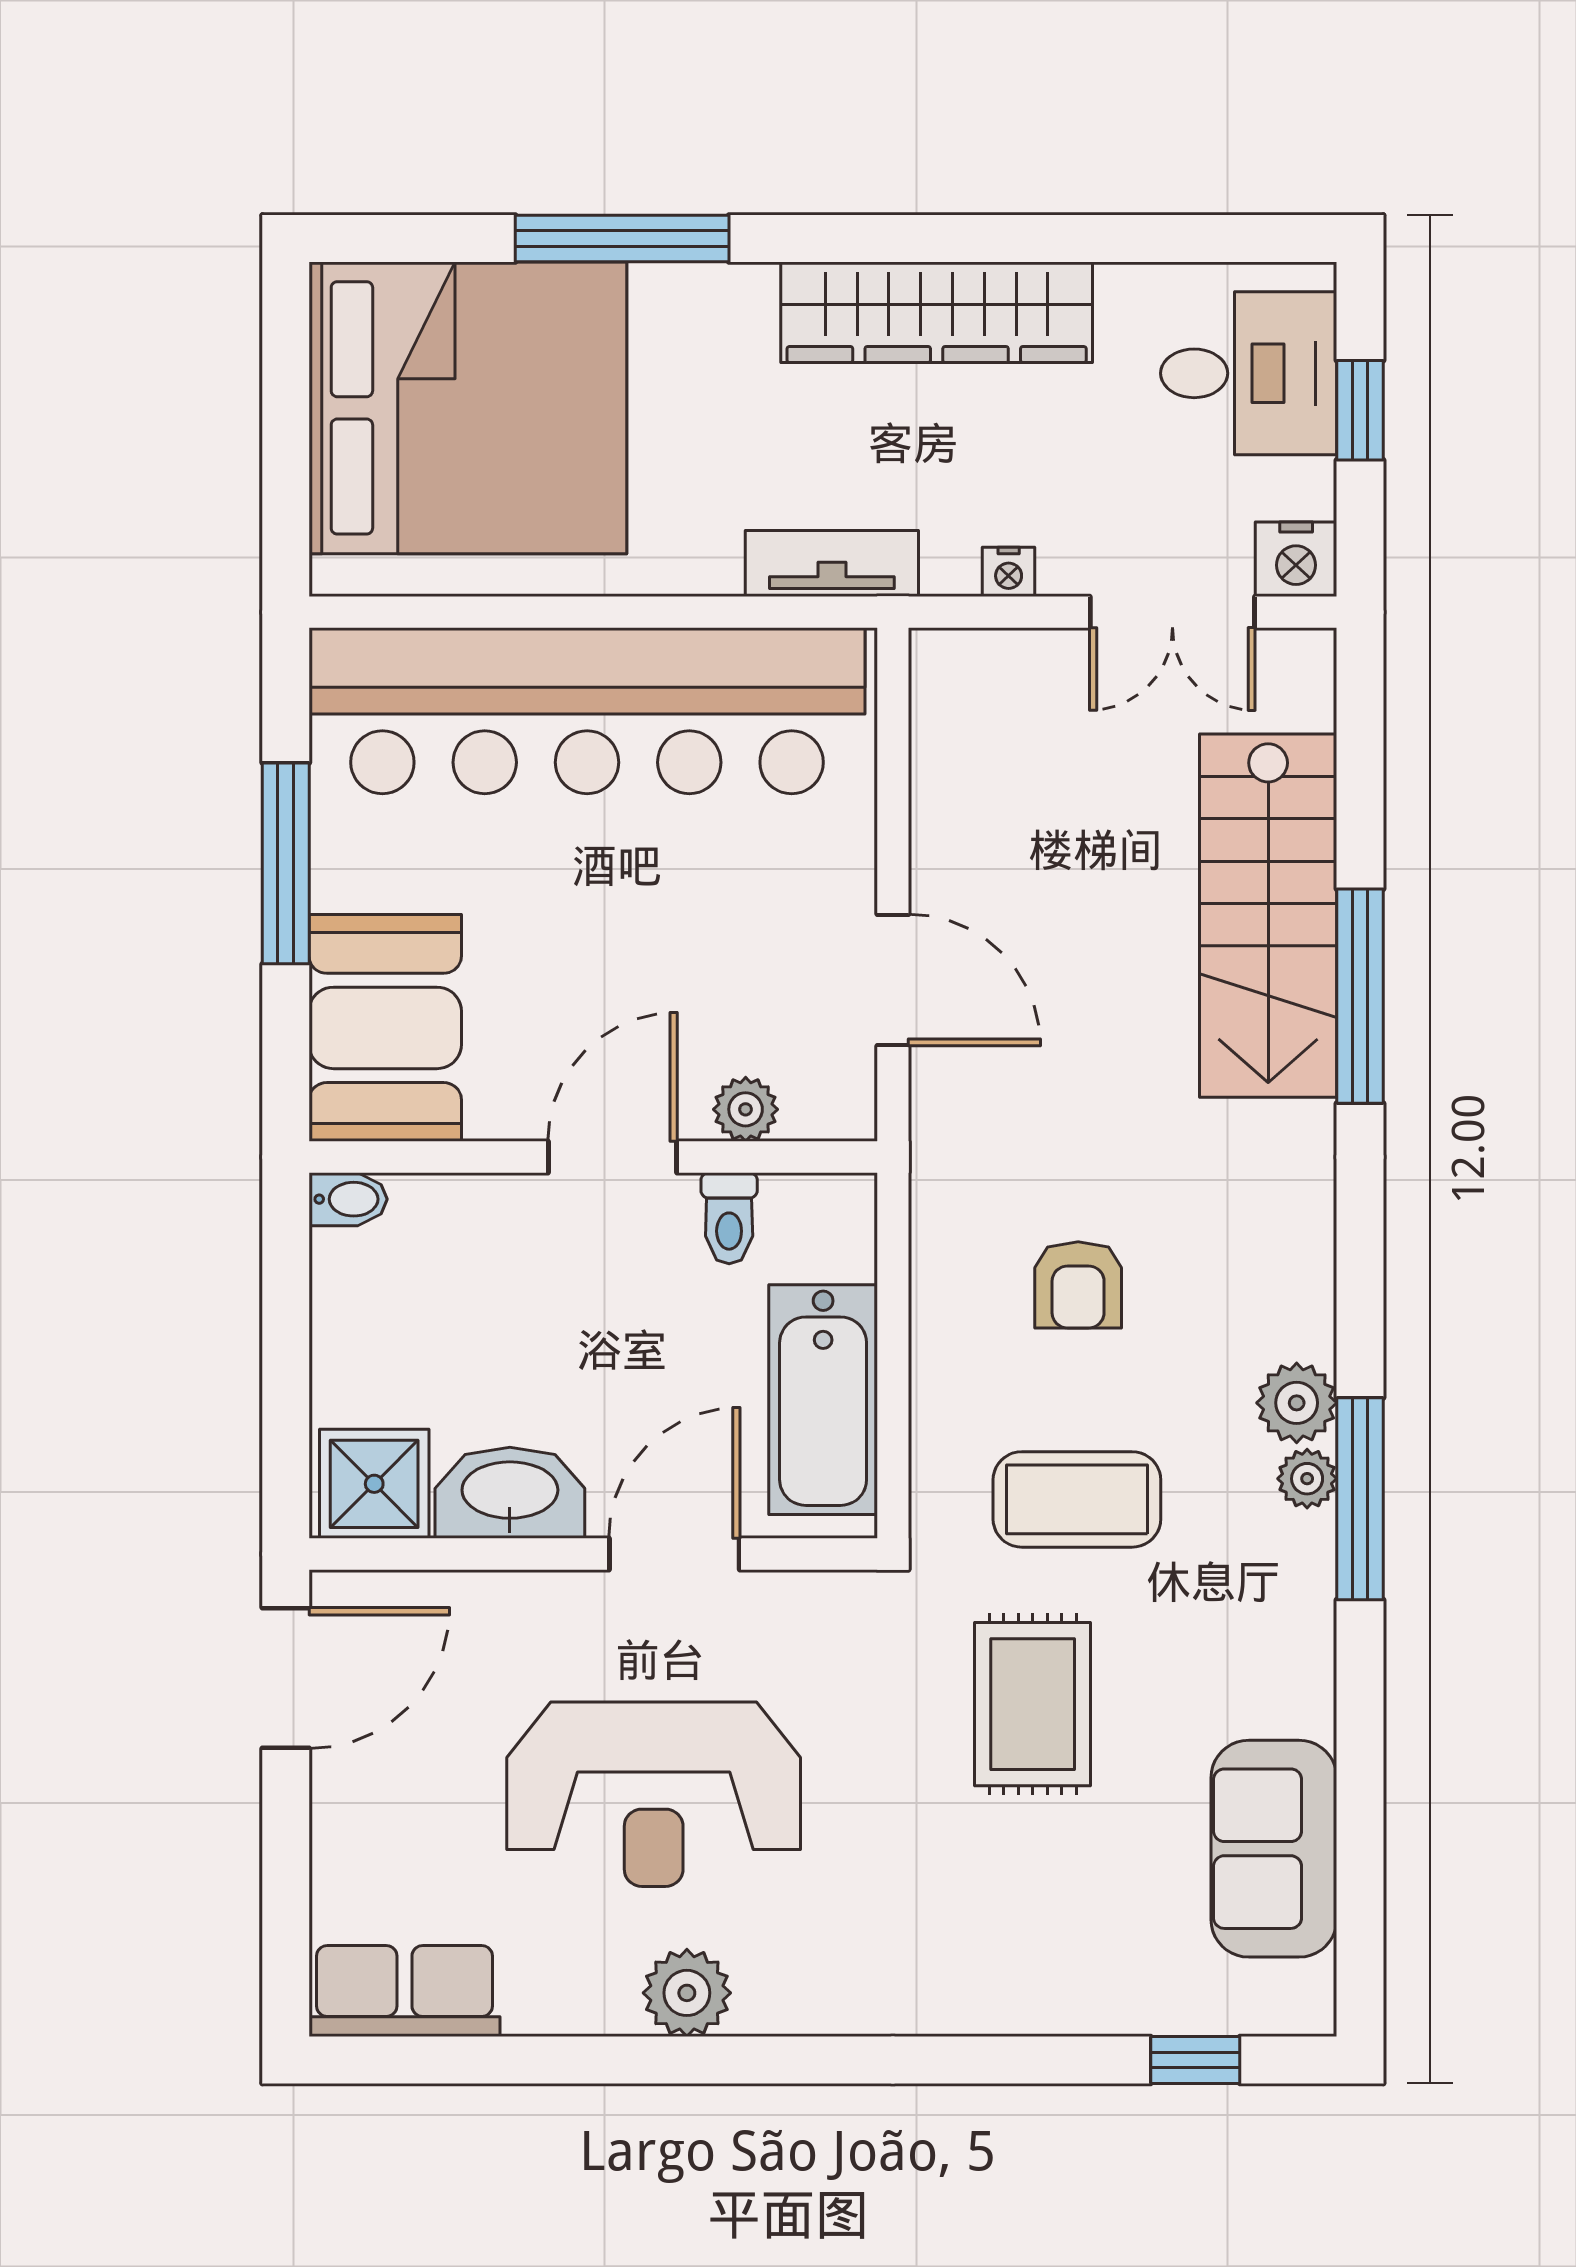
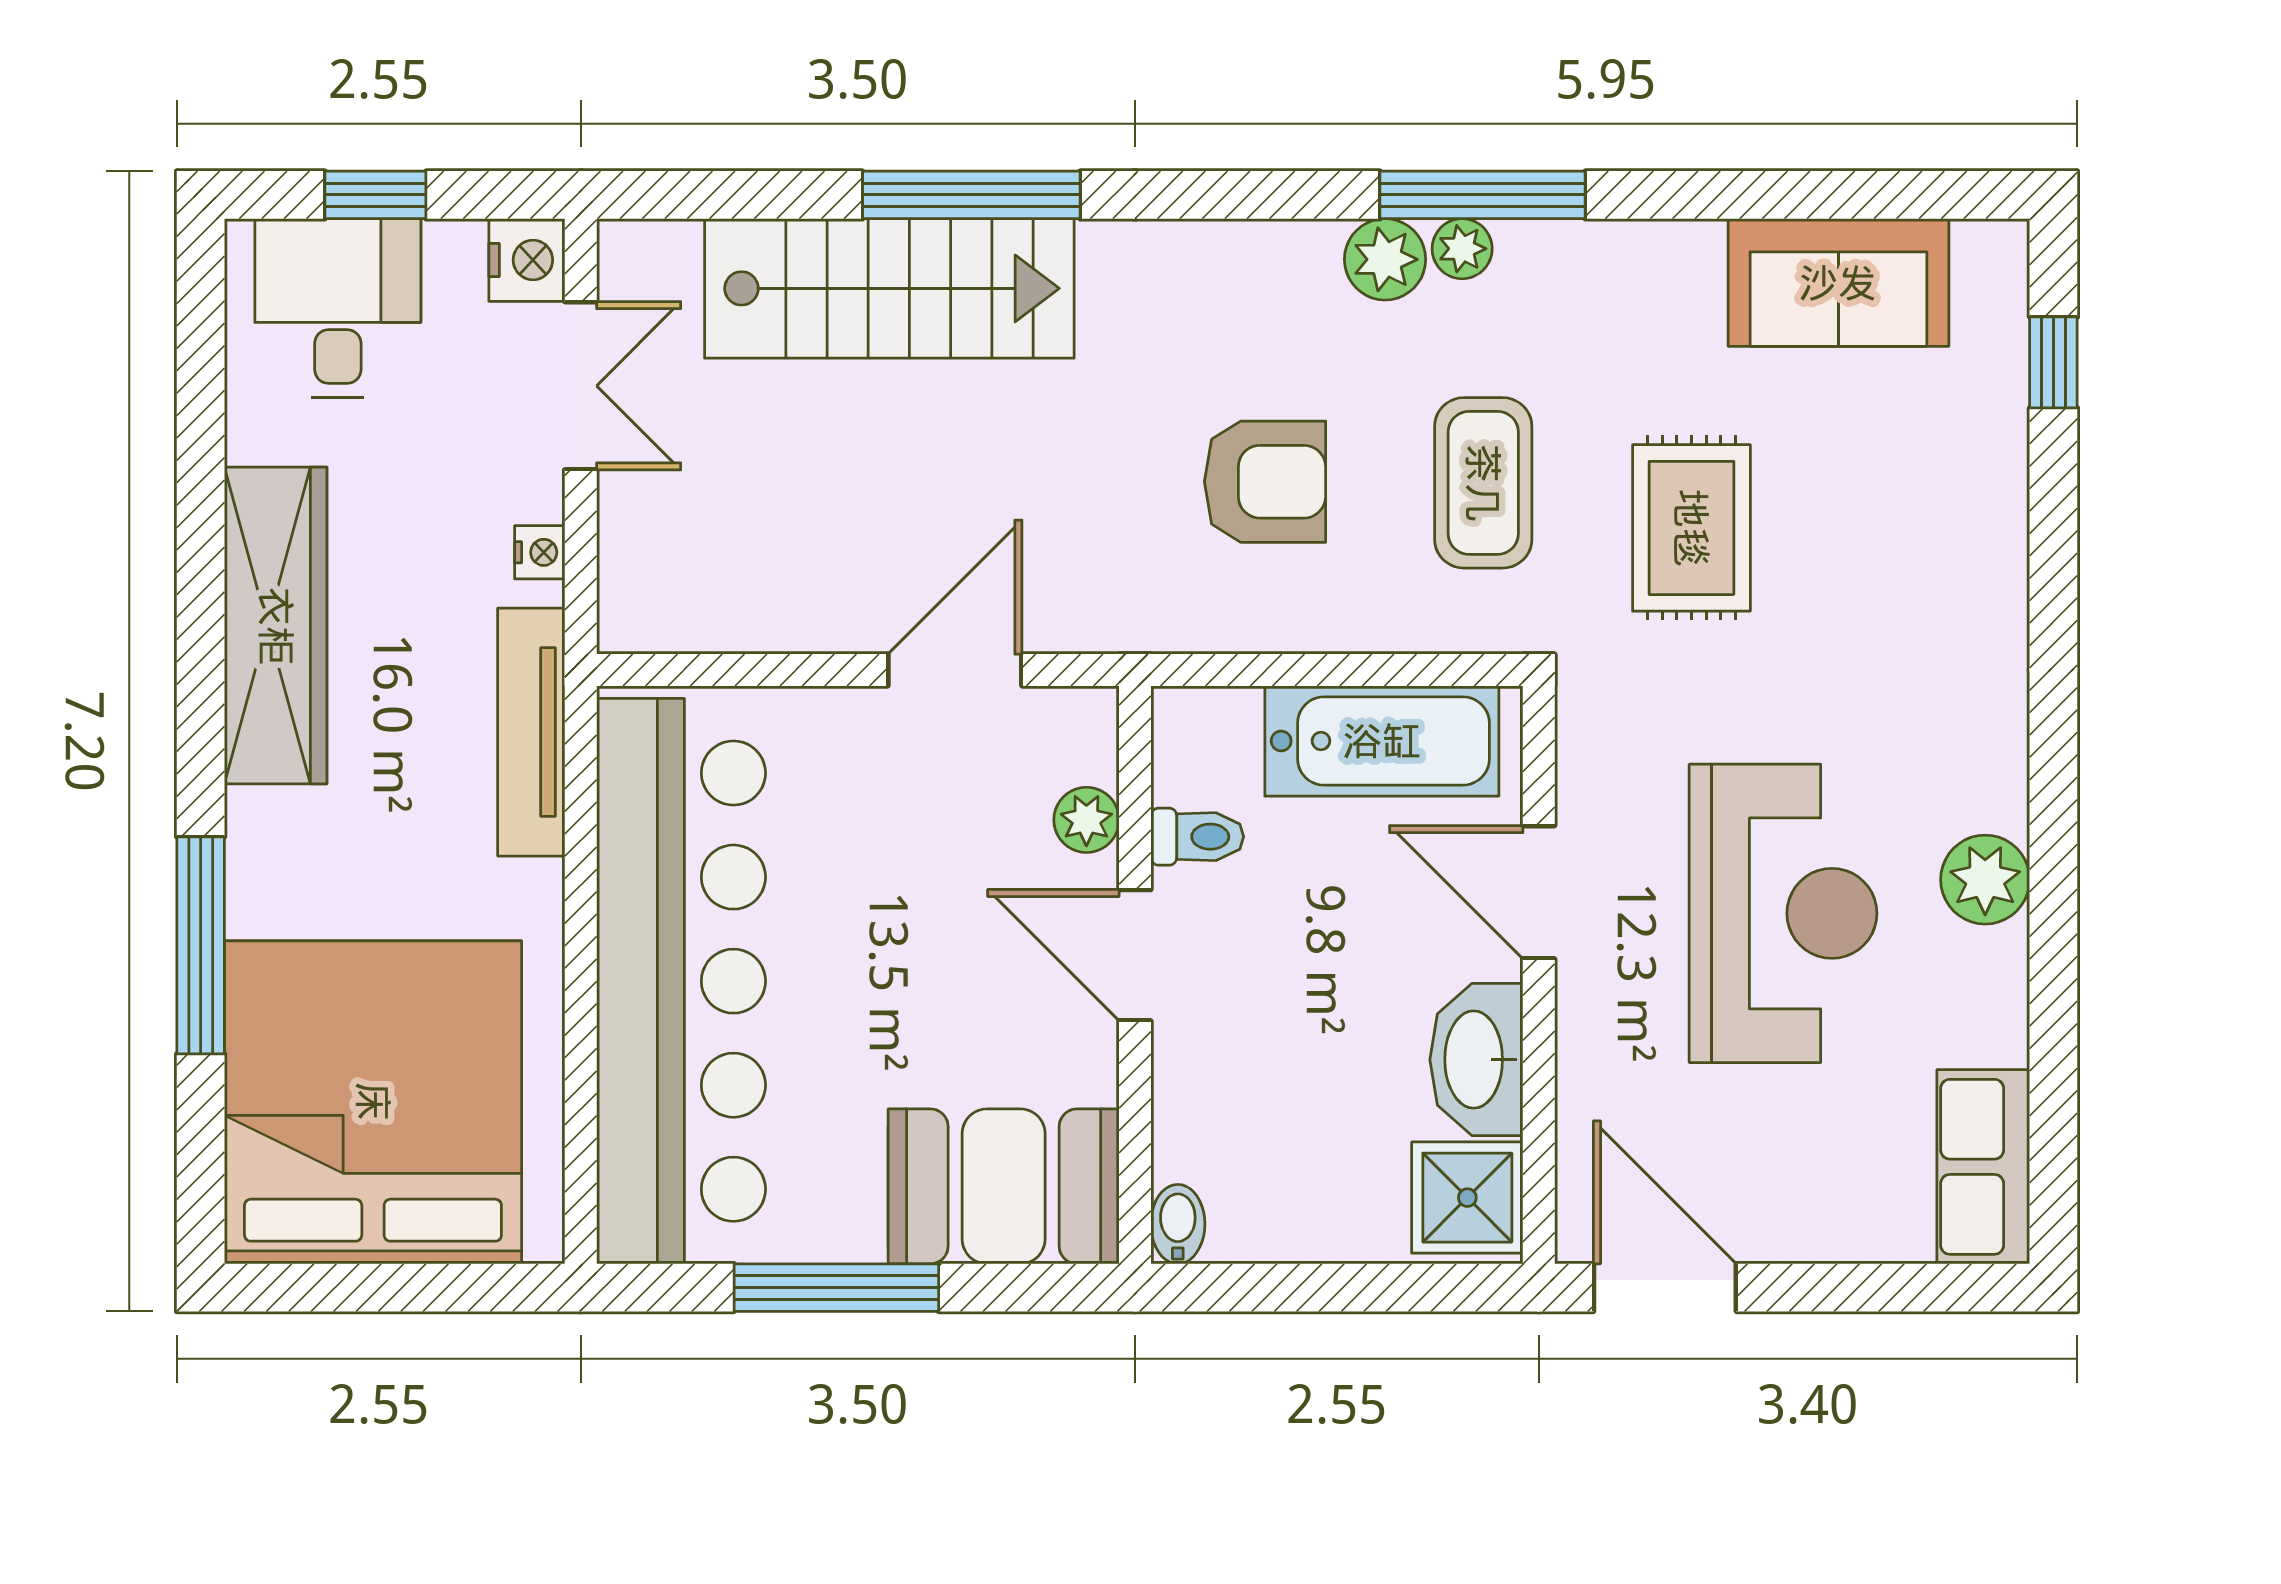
tv unit: (832, 563) -> (531, 732), width x1.41
armchair: (1078, 1285) -> (1265, 482), width x1.38, depth x1.38
rug: (1033, 1704) -> (1691, 528), turned 90

